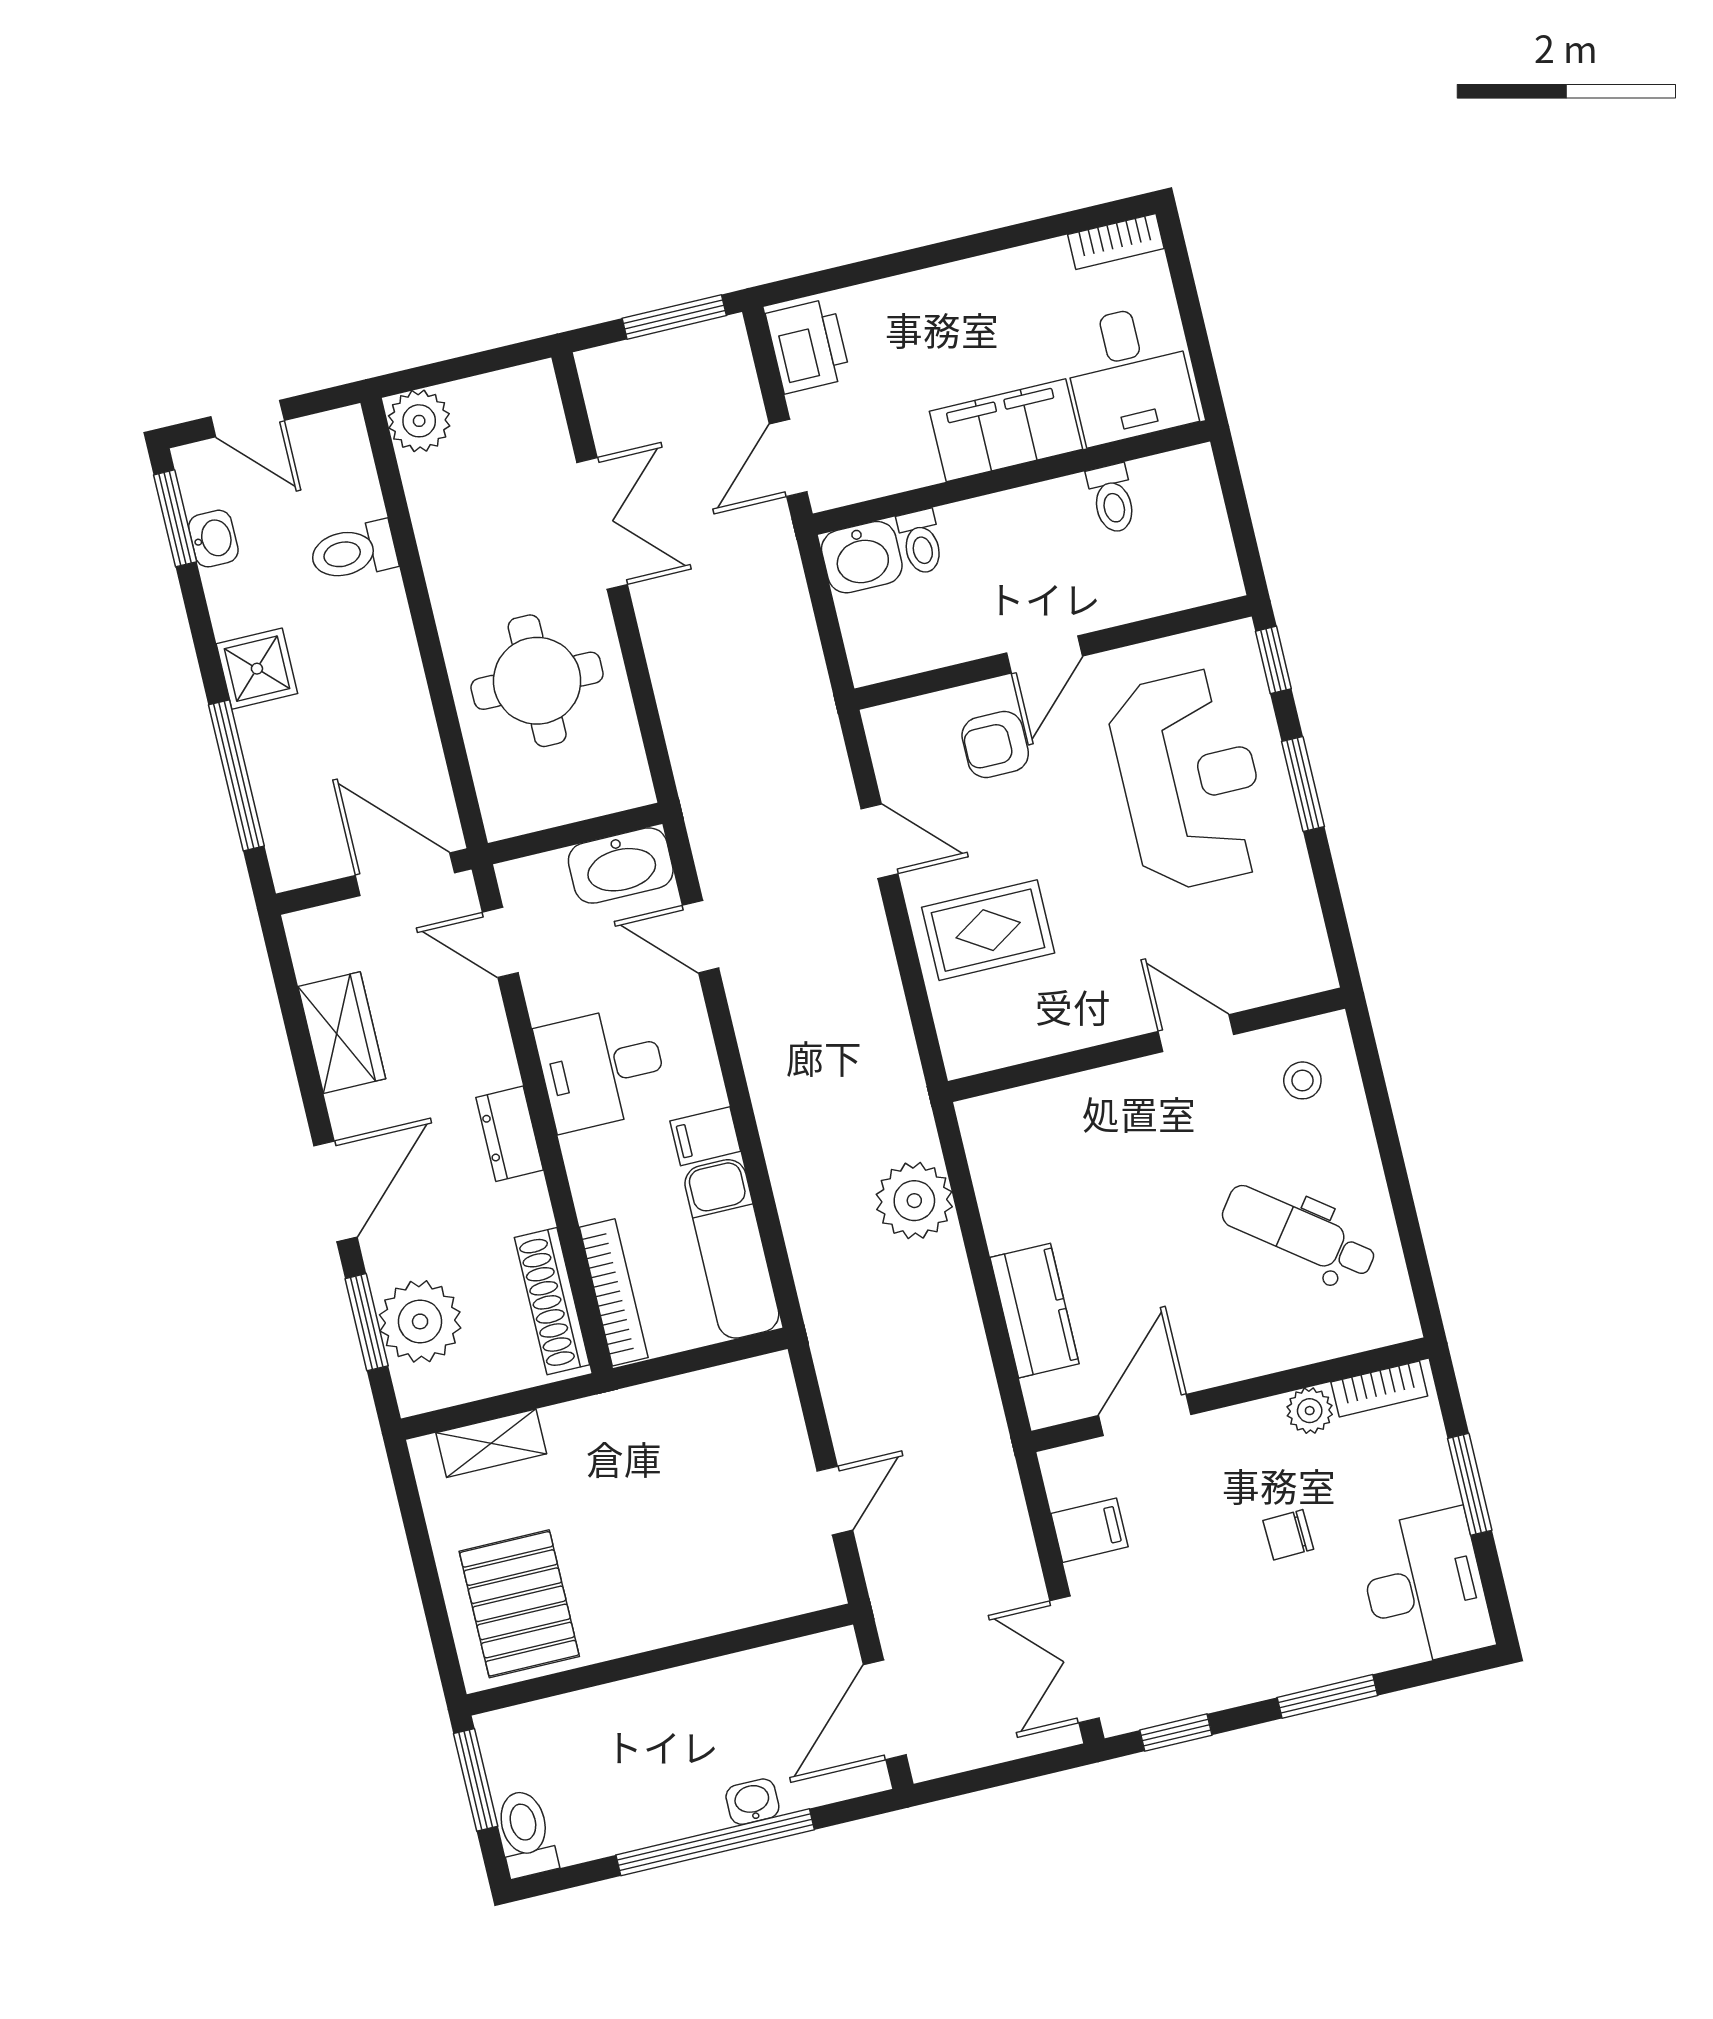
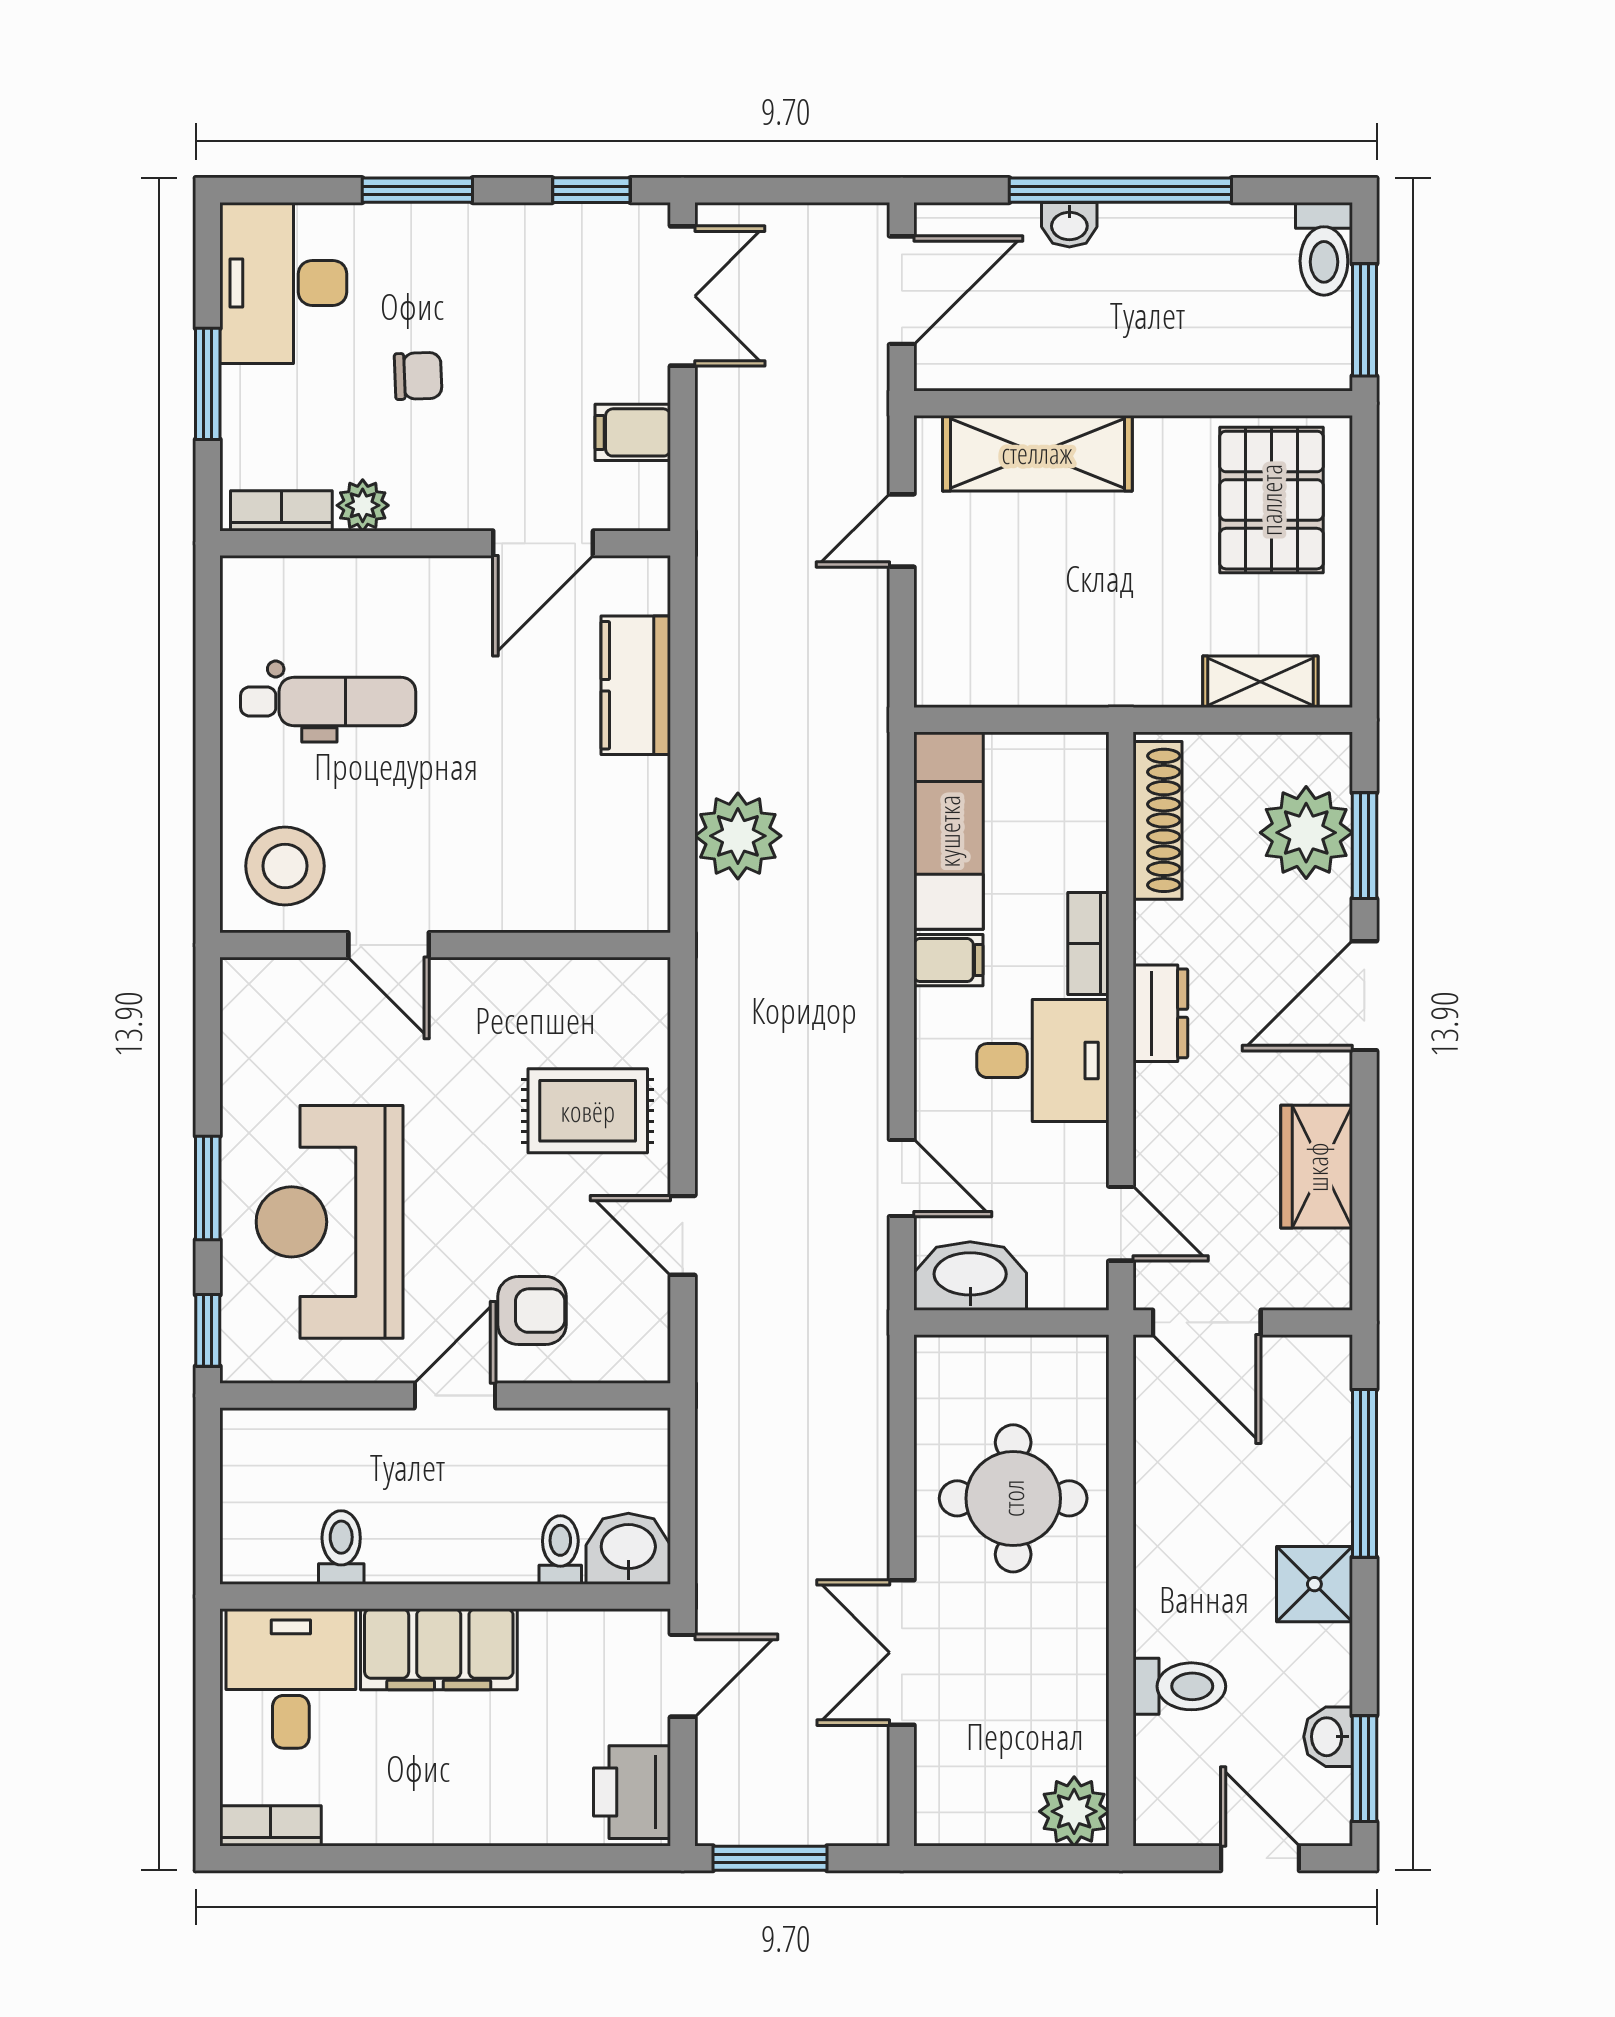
stool: (1302, 1080) -> (285, 866), width x1.89, depth x1.89
dental chair: (1299, 1233) -> (328, 702), turned -37
bookcase: (614, 1292) -> (1088, 943), moved, width x0.64
shelving: (733, 1596) -> (1037, 453), added

